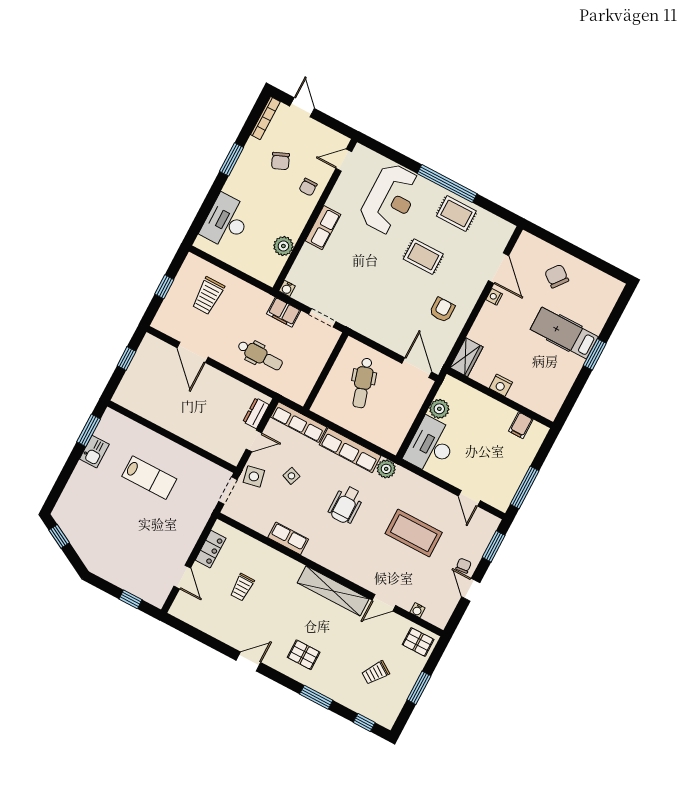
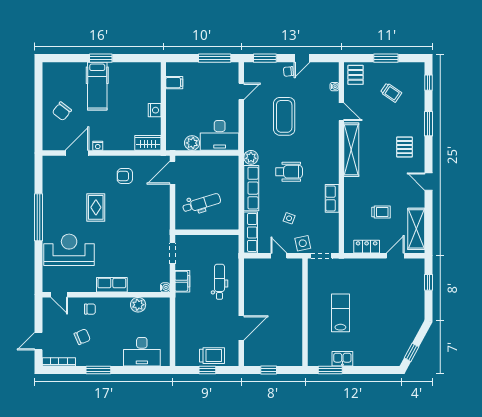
rug: (456, 213) -> (55, 200), removed
trolley: (208, 296) -> (212, 356), moved
dresser: (256, 413) -> (260, 264), removed
shelving: (201, 618) -> (416, 229), added

